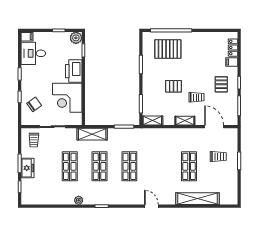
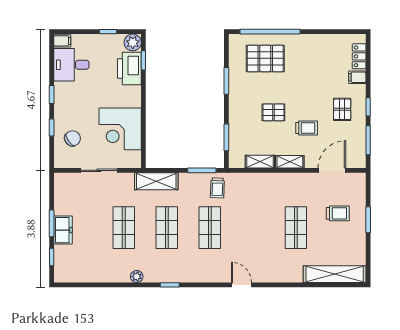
printer: (74, 71) -> (129, 68), moved
shelving: (152, 121) -> (260, 162), moved
door: (214, 127) -> (332, 170), hinge flipped
trolley: (34, 140) -> (217, 188), moved
shelving: (198, 199) -> (335, 274), moved

